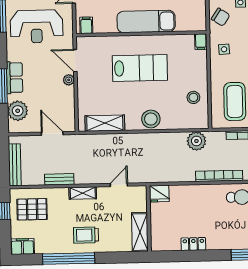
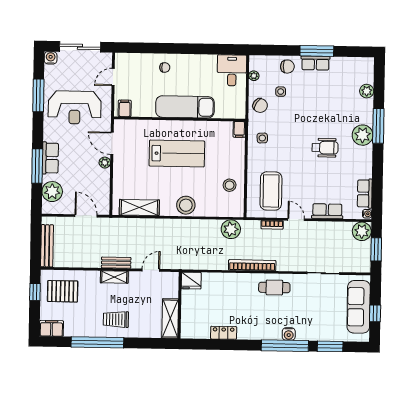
bench: (59, 179) -> (116, 263), moved

